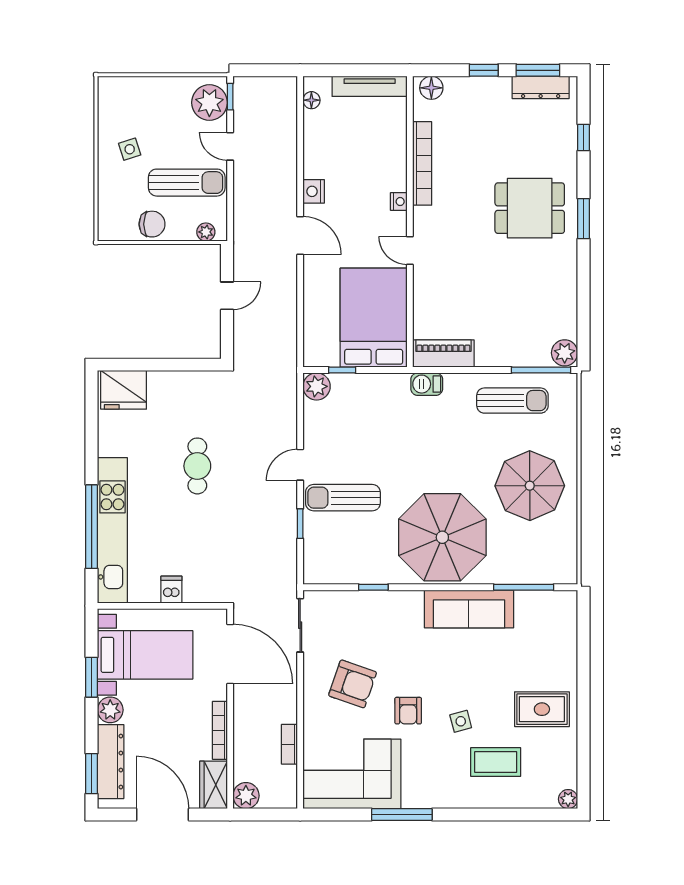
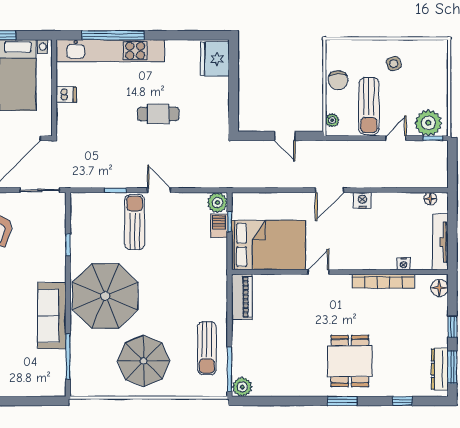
nightstand: (399, 202) -> (404, 264), moved
barbecue: (427, 384) -> (219, 226), moved

